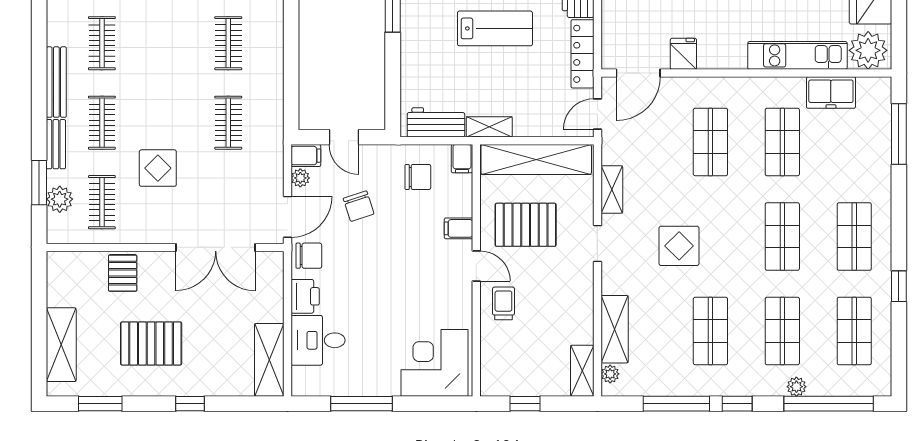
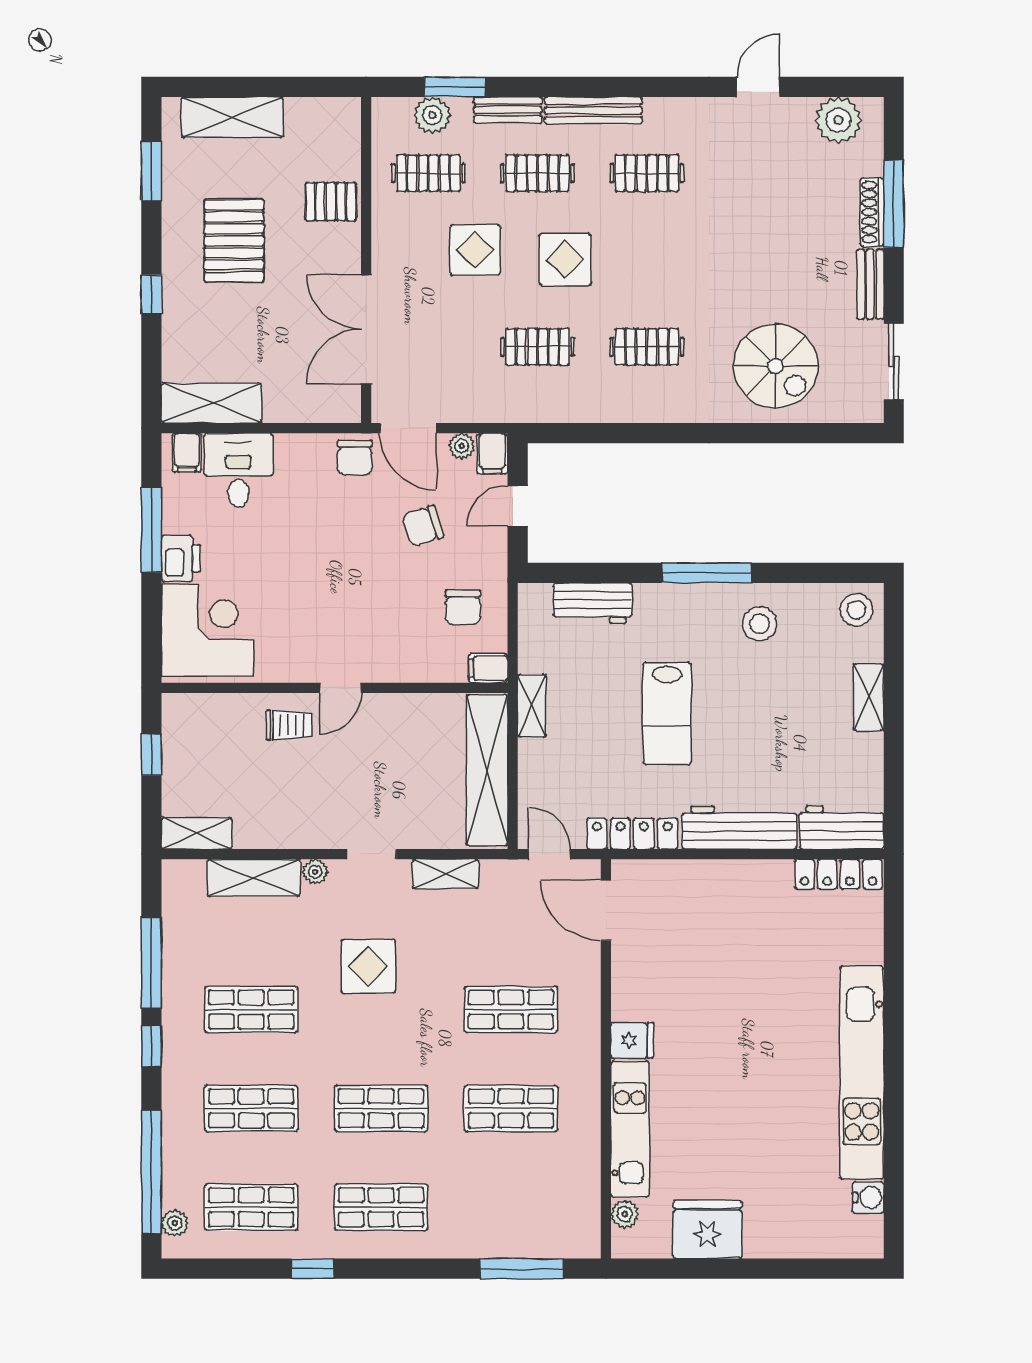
plant: (868, 50) -> (625, 1214), width x0.53, depth x0.53
fridge: (683, 54) -> (632, 1040), moved
freezer: (831, 93) -> (579, 1175), removed
display table: (165, 103) -> (565, 259), added
workbench: (436, 122) -> (593, 603), moved, turned 90
pallet: (526, 225) -> (397, 756), removed
filing cabinet: (459, 228) -> (187, 453), moved, turned 180
printer: (305, 296) -> (181, 558), moved, turned -90
plant: (610, 374) -> (315, 872), moved
plant: (796, 387) -> (175, 1223), moved

